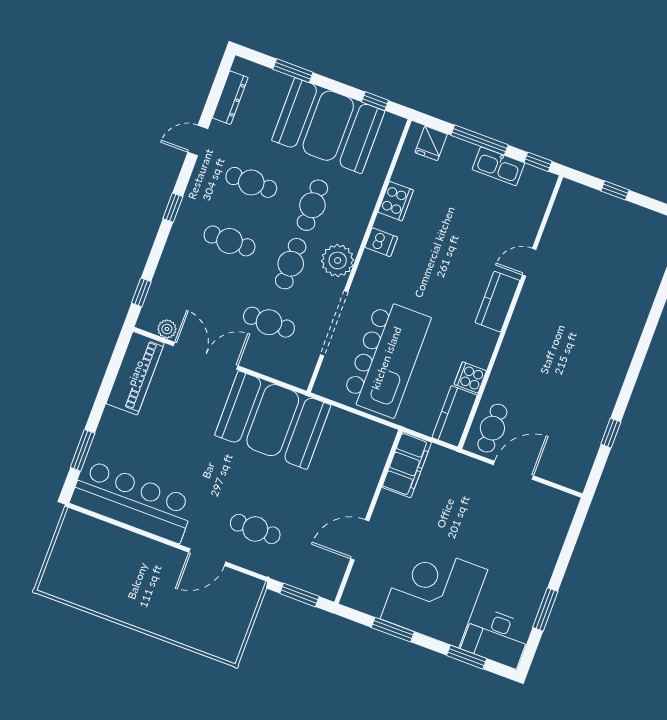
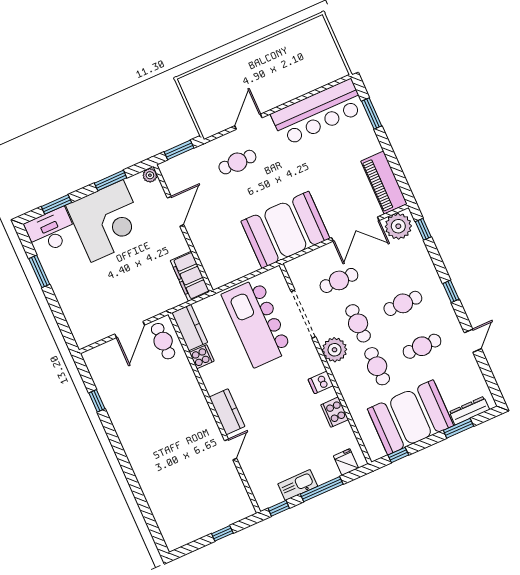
dresser: (230, 98) -> (469, 411), moved, turned 90
plant: (167, 329) -> (398, 226), width x1.88, depth x1.88
plant: (351, 598) -> (150, 175), added

